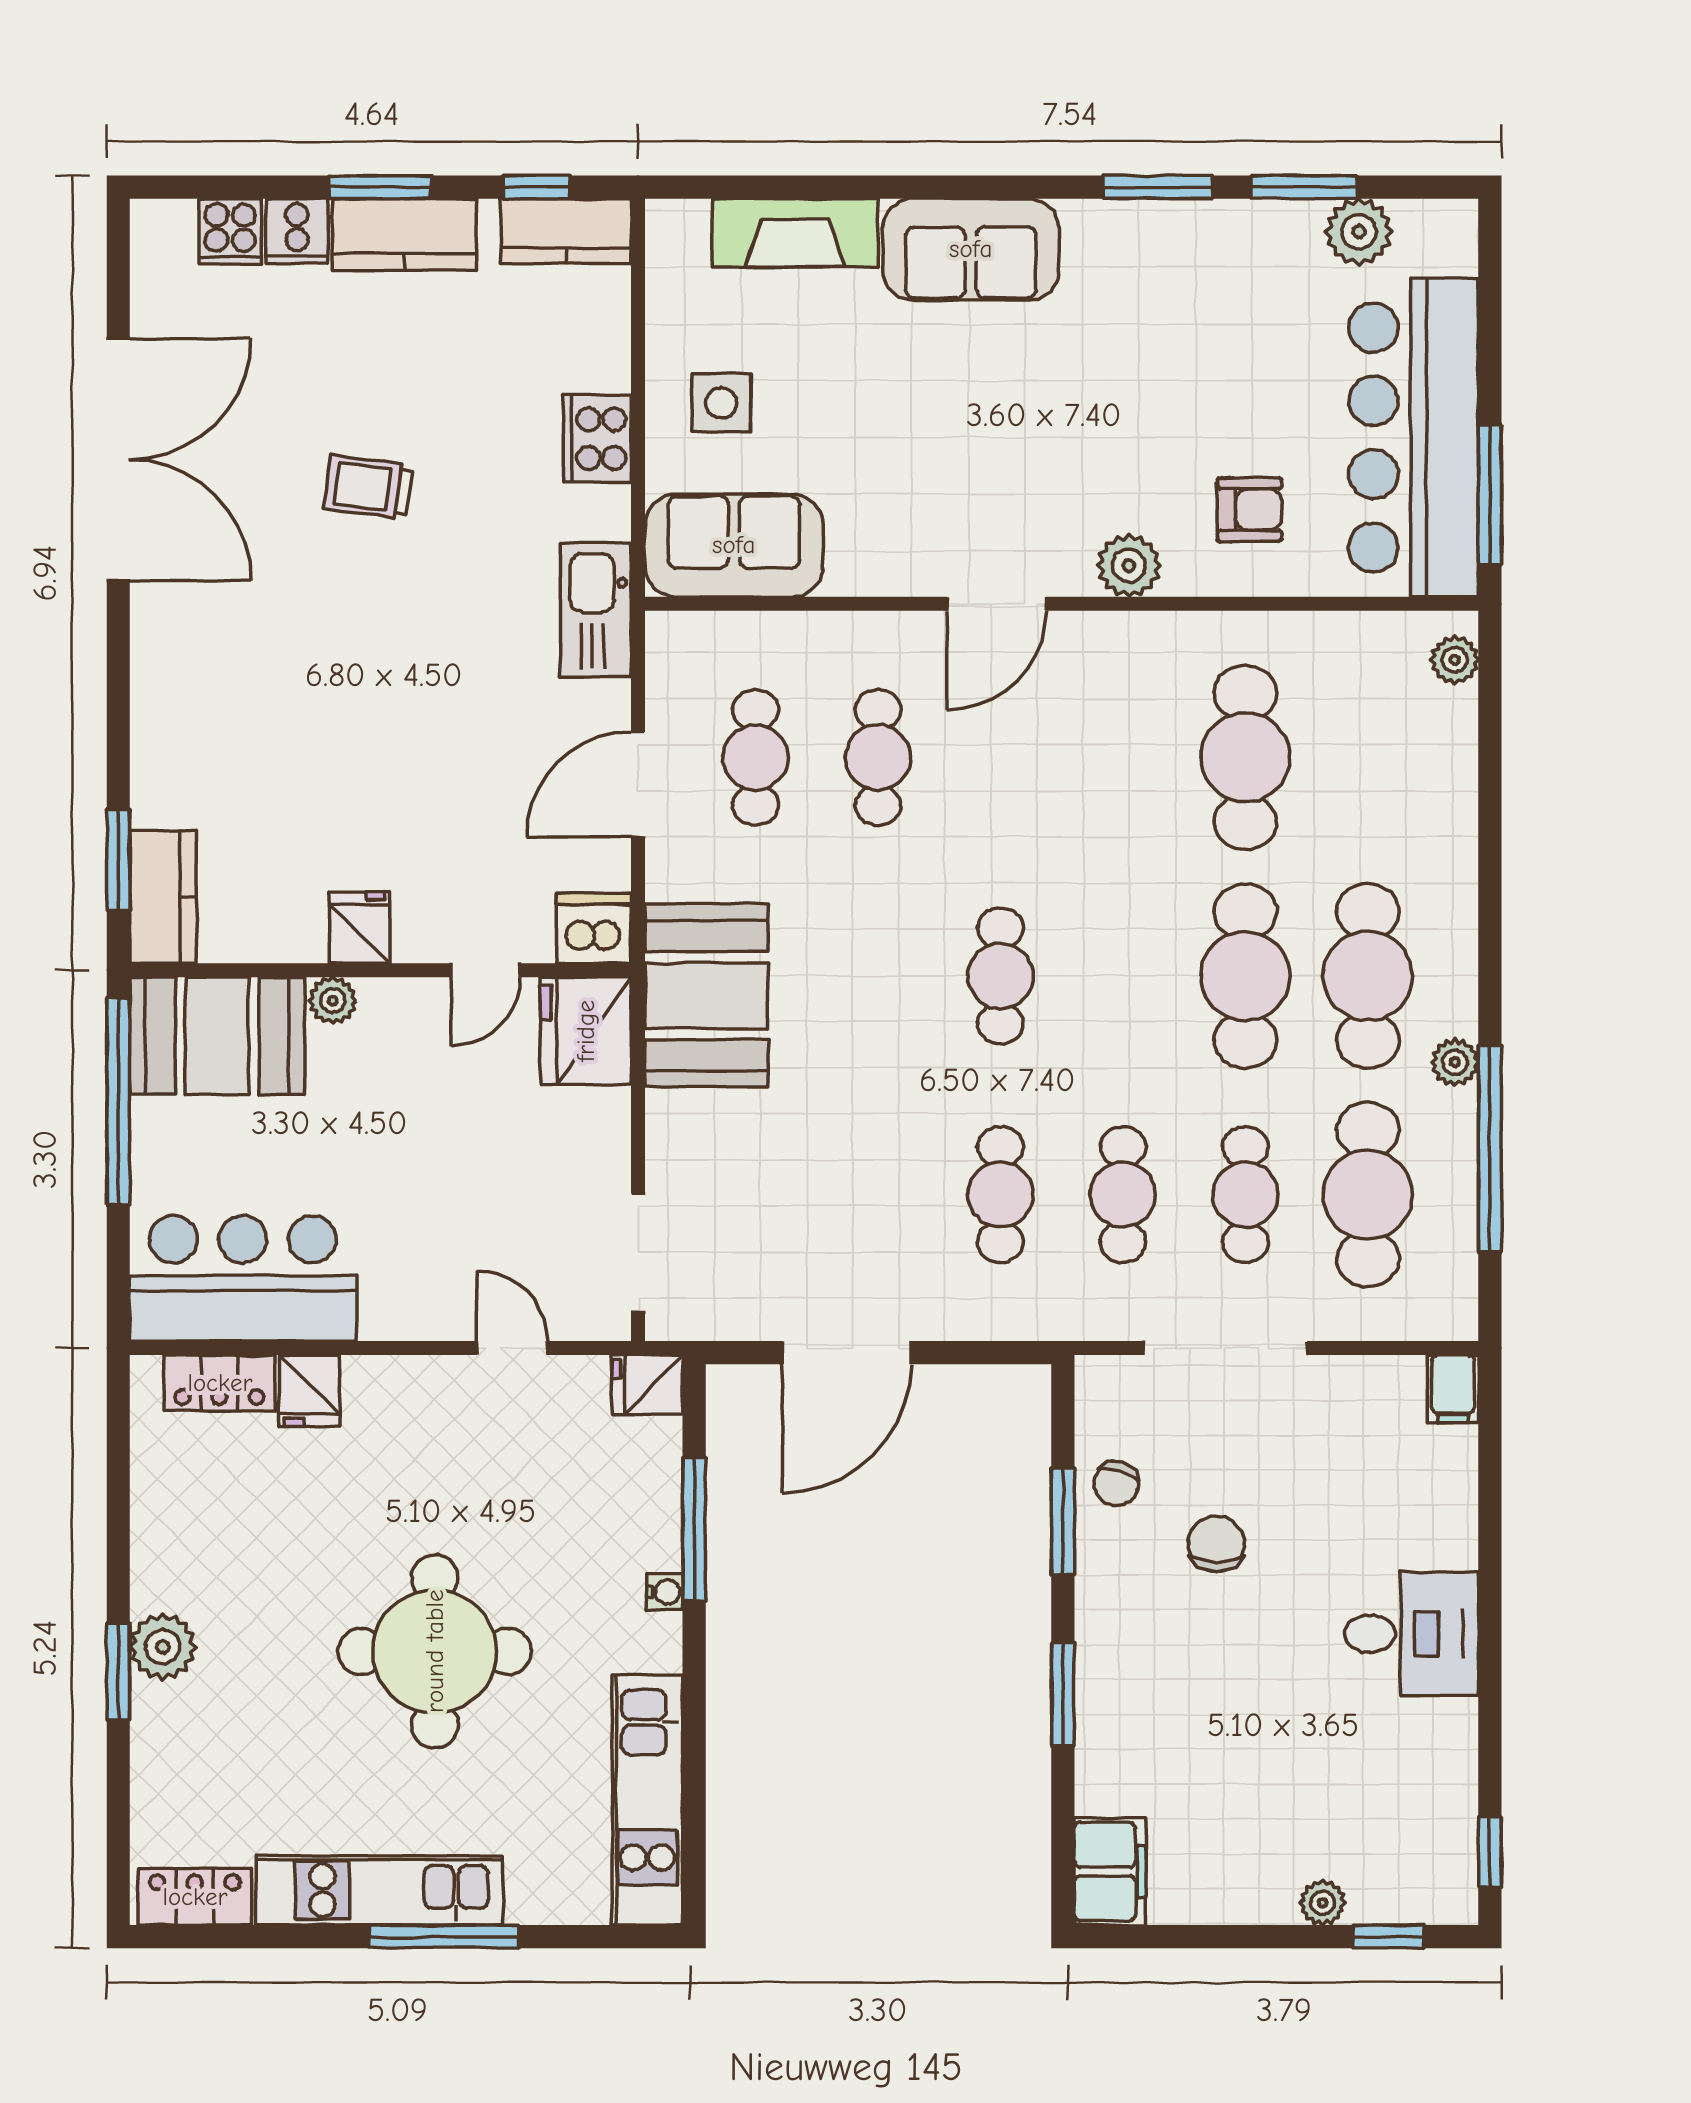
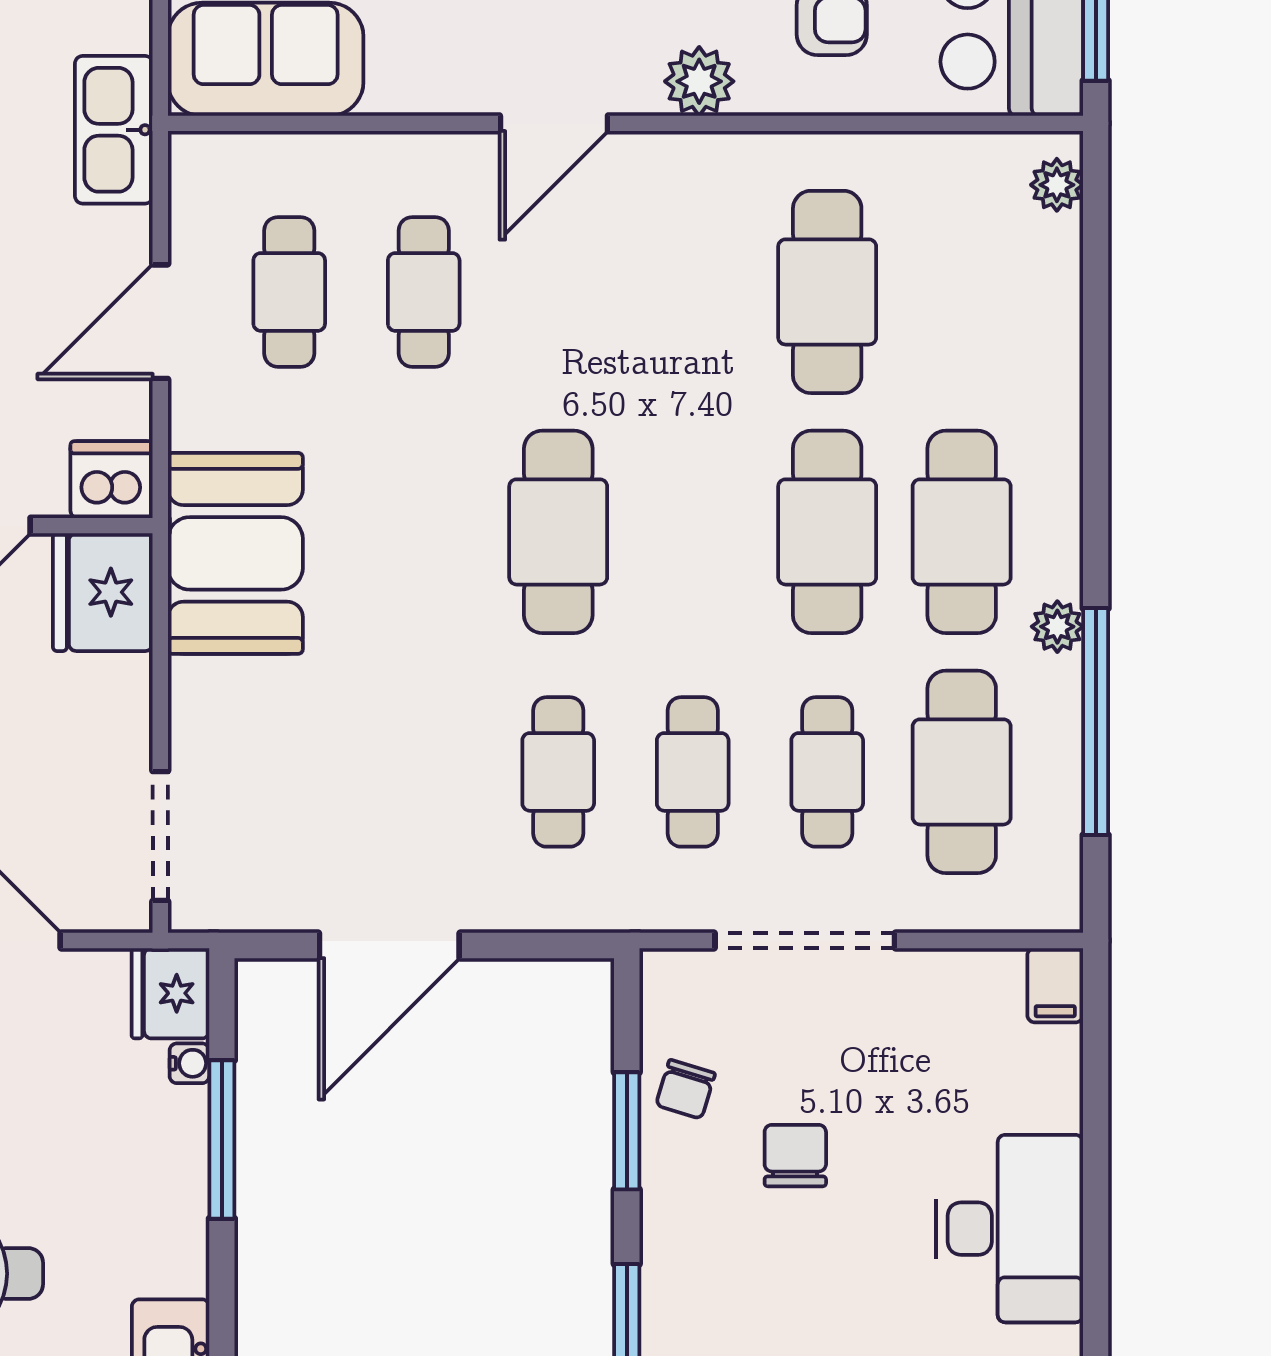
cafe table: (1000, 976) -> (558, 532), width x1.37, depth x1.35
fridge: (647, 1385) -> (170, 993), width x1.38
water cooler: (665, 1592) -> (189, 1063), moved
desk: (1411, 1634) -> (1009, 1229), width x1.37

